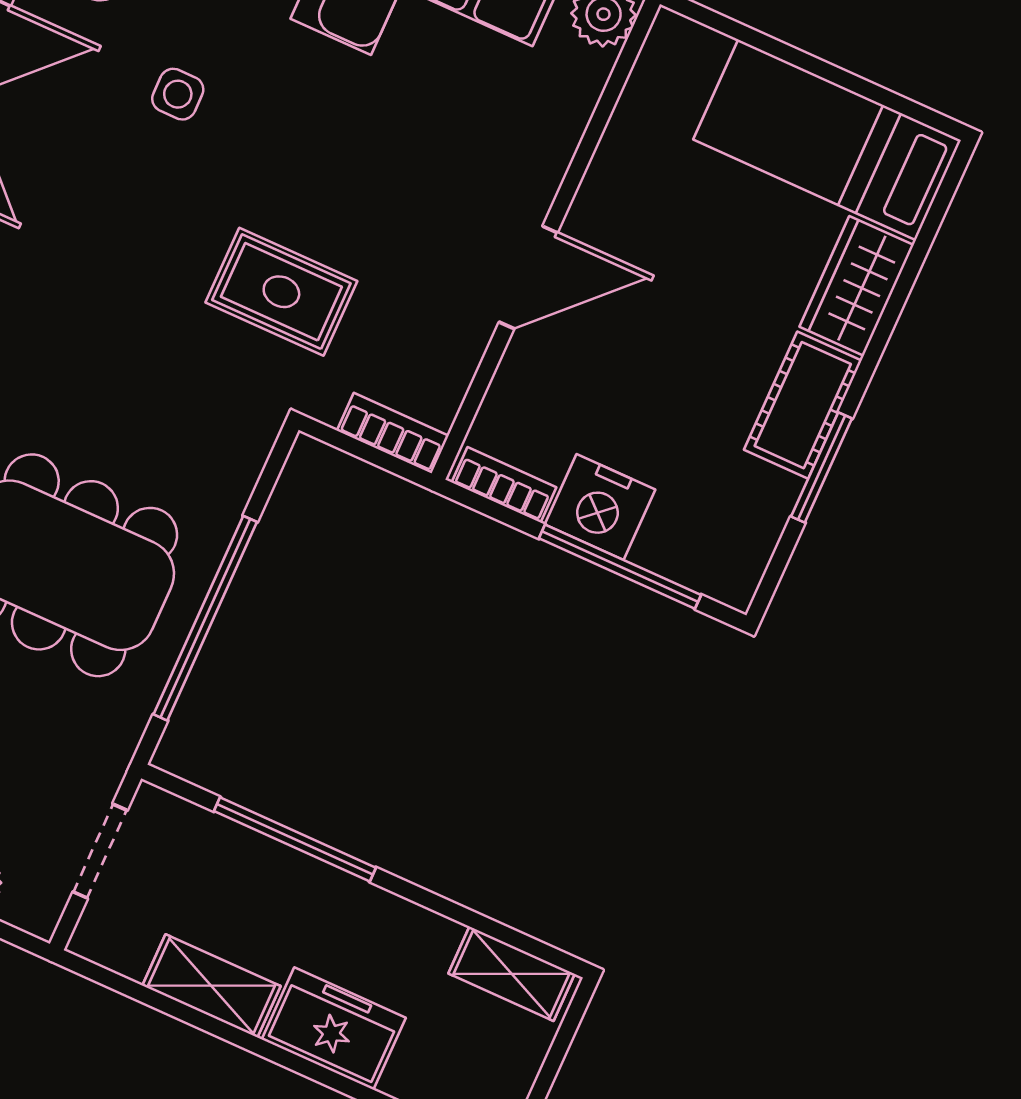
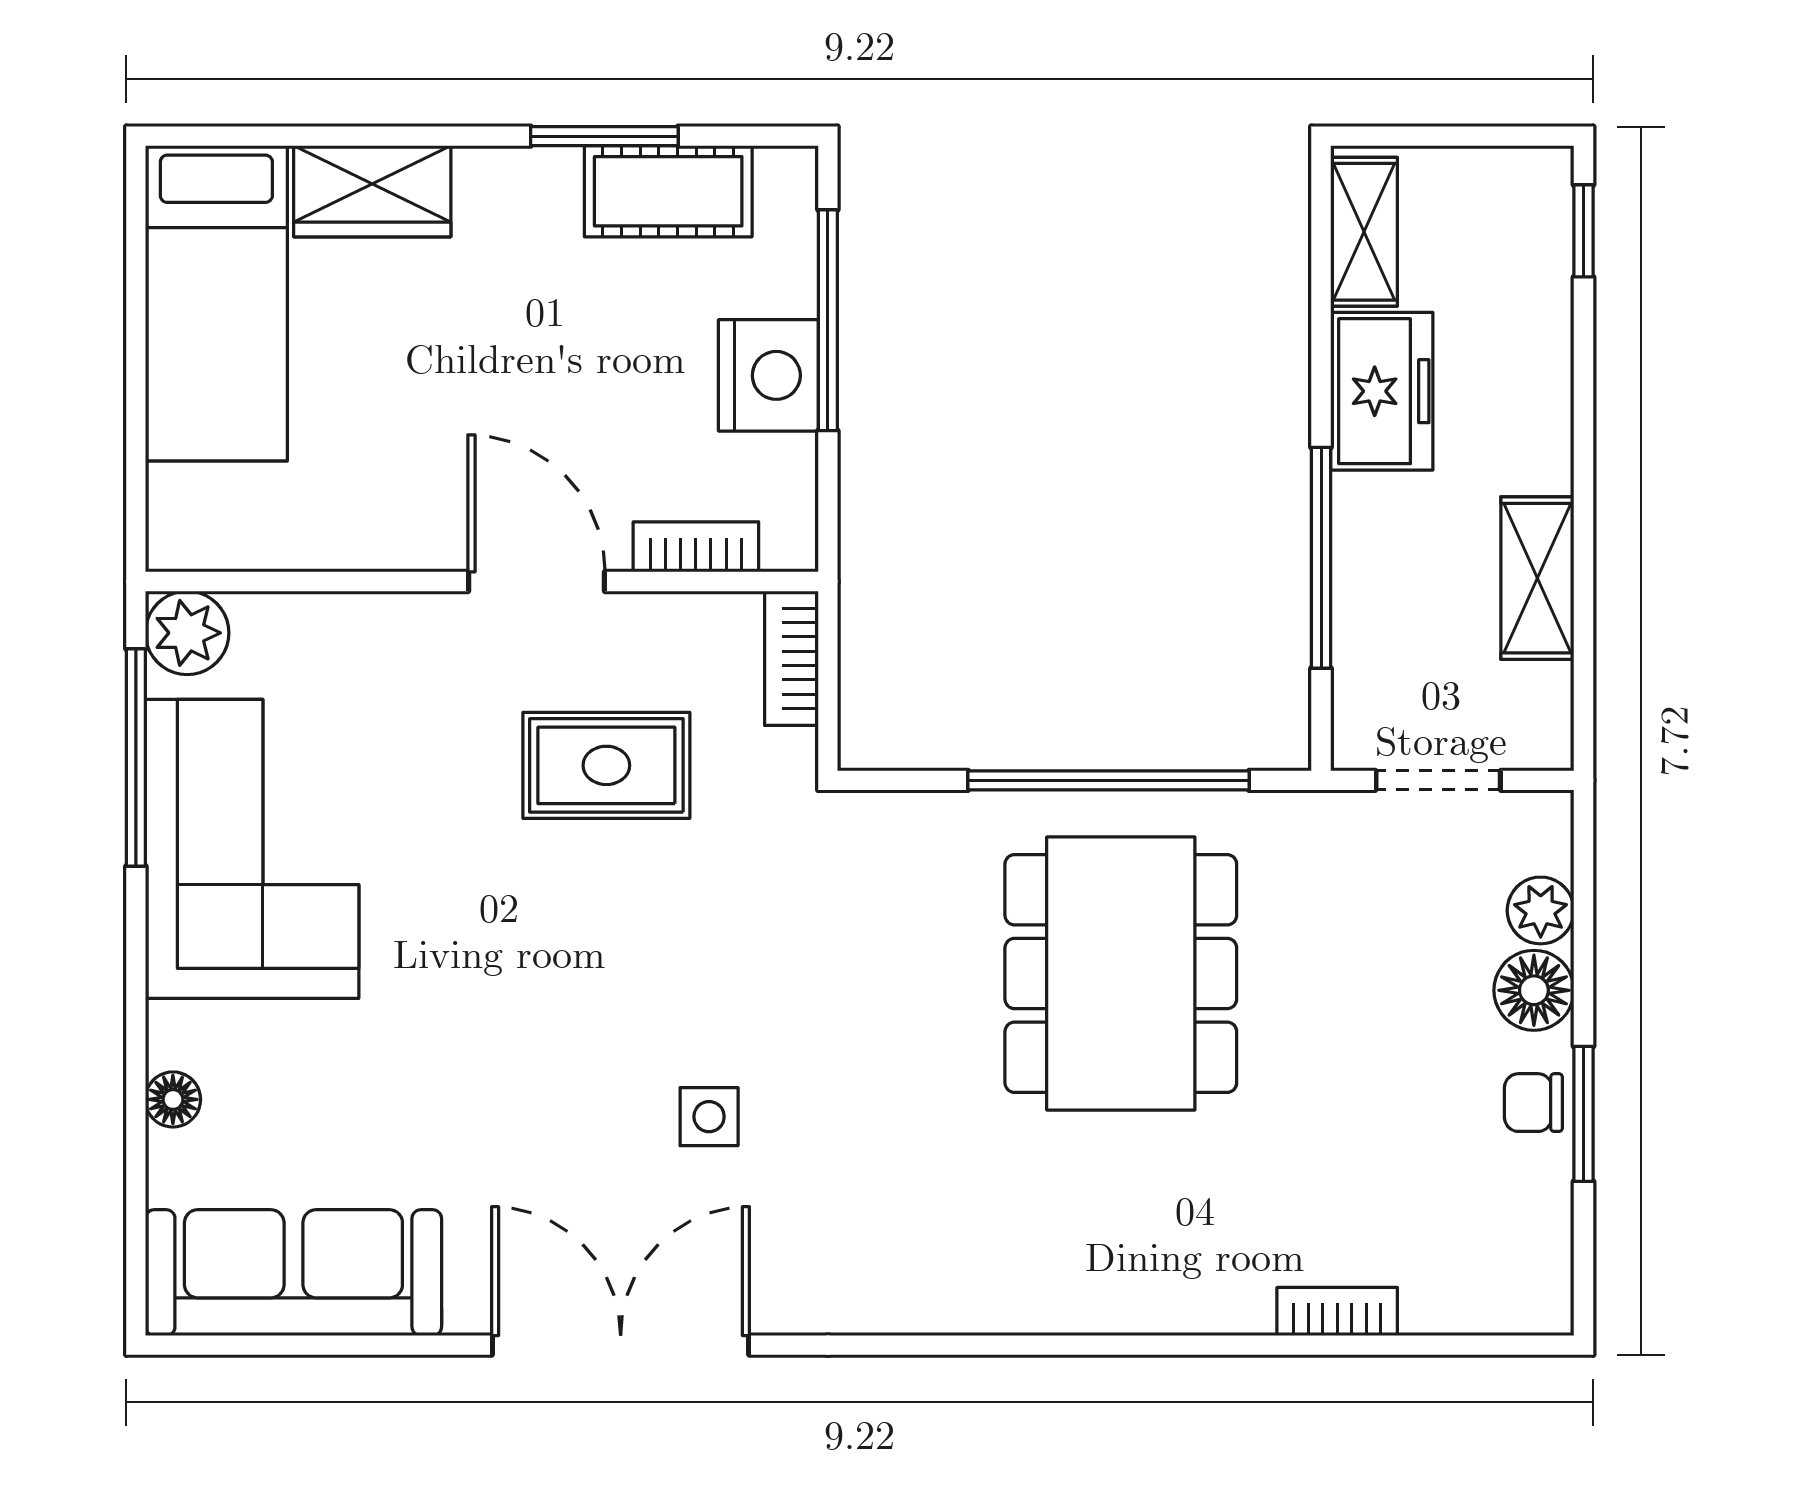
side table: (178, 94) -> (709, 1117), moved
rug: (281, 292) -> (606, 765), moved, turned 90
cot: (803, 405) -> (668, 191), moved
bookcase: (504, 485) -> (696, 547), moved, turned 90
freezer: (334, 1029) -> (1382, 391), moved, turned 180

